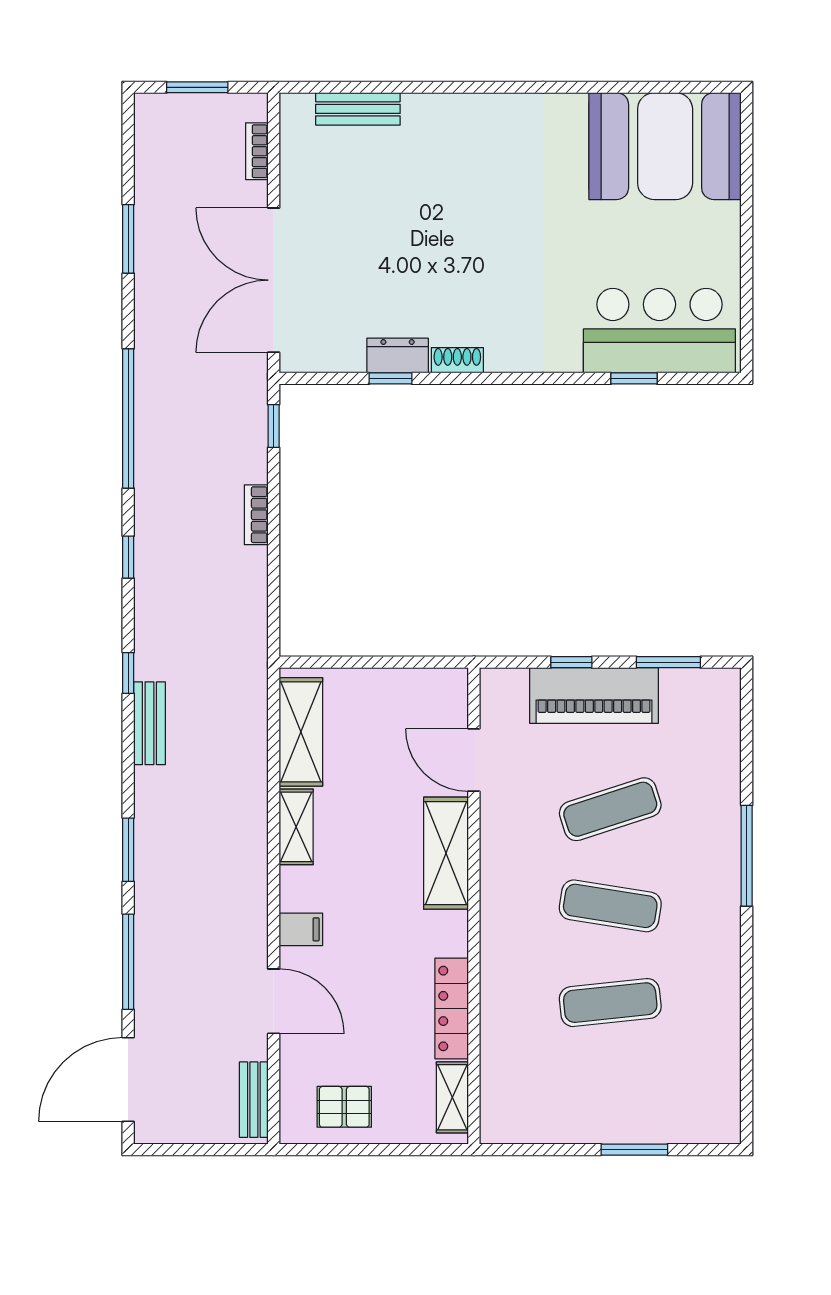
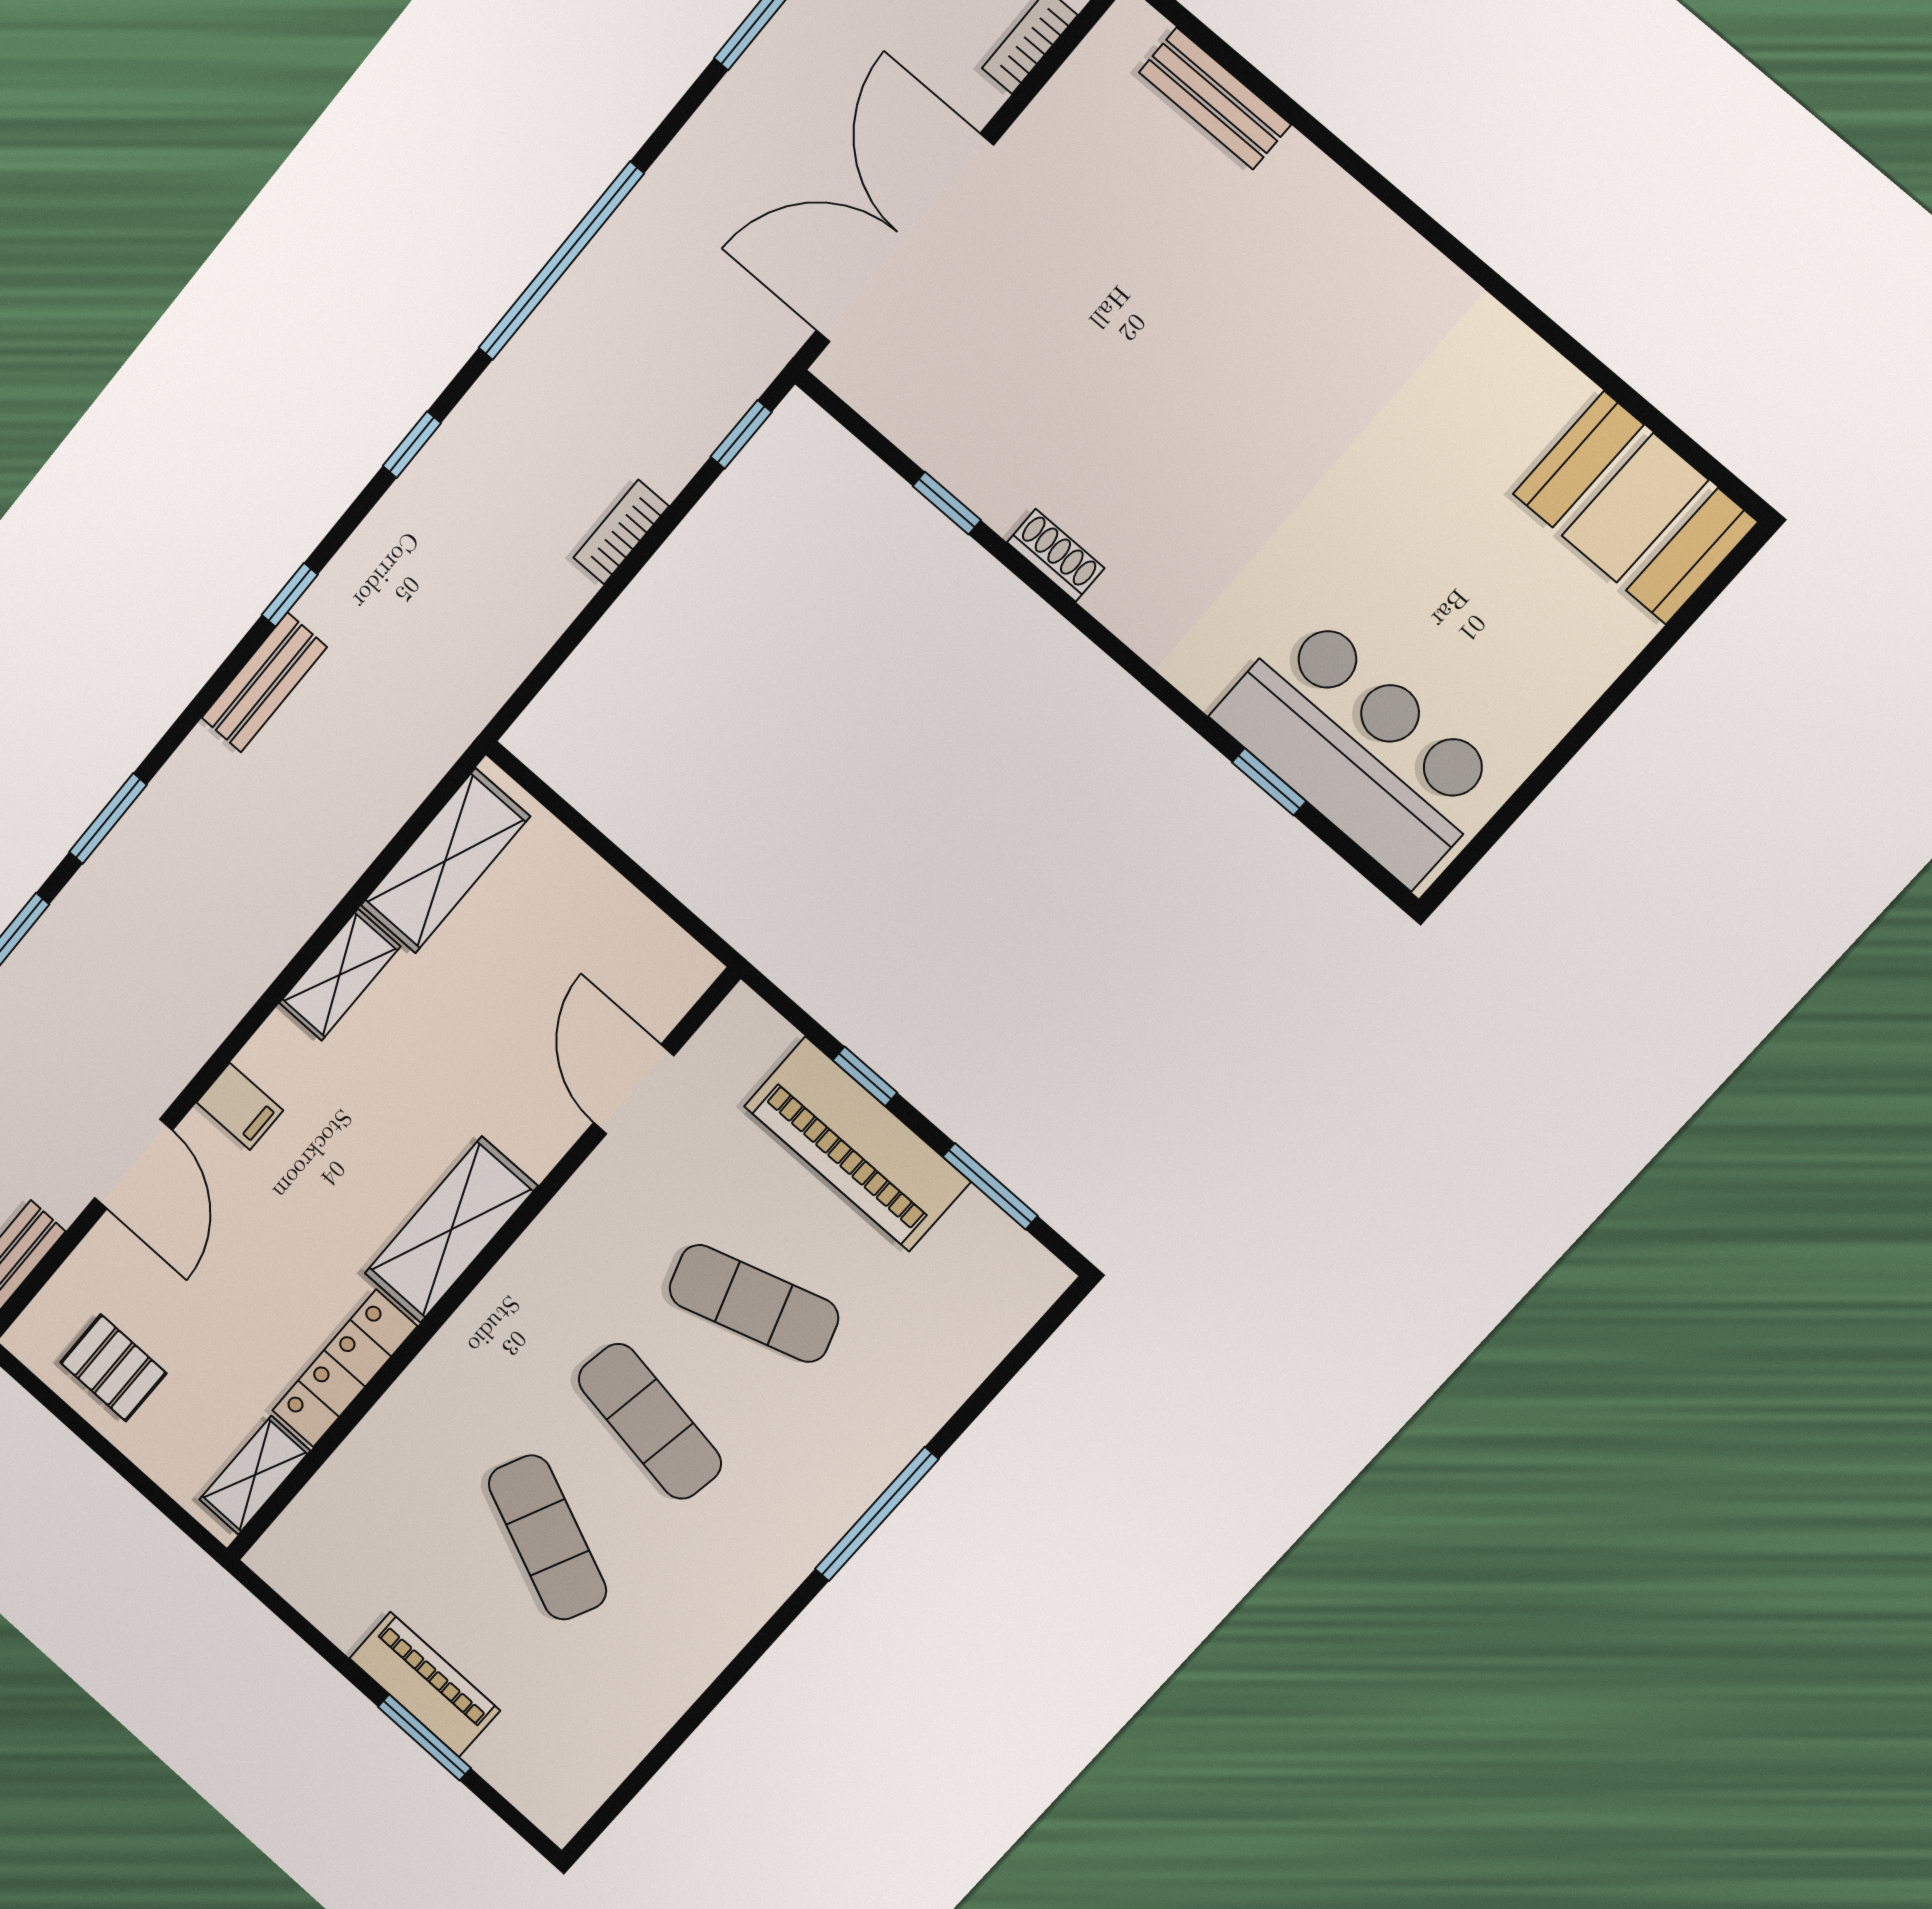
booth: (665, 146) -> (1635, 508), width x0.73, depth x0.70
dresser: (398, 356) -> (982, 481), removed
shelving: (446, 853) -> (451, 1230), moved
exercise mat: (610, 1003) -> (547, 1537), turned 30
piano: (613, 1124) -> (425, 1684), added

